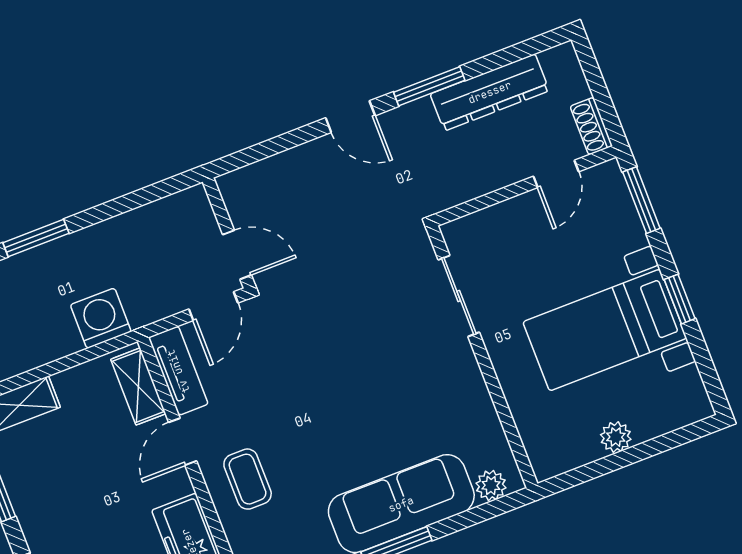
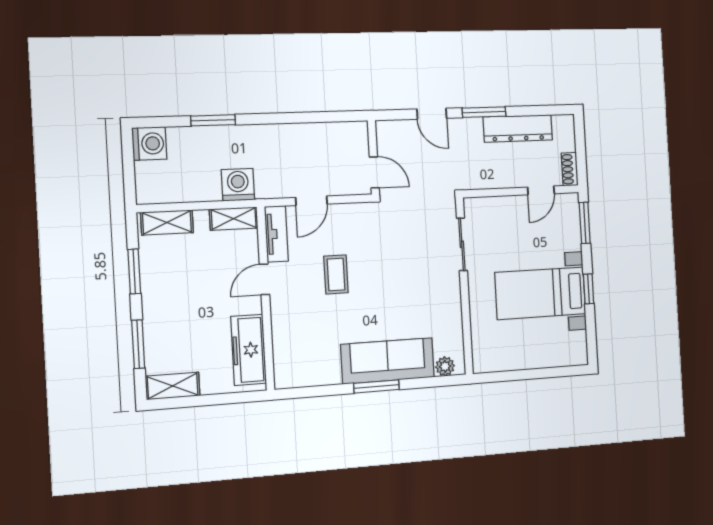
wall: (229, 233) -> (373, 157), moved
door: (237, 255) -> (374, 172), moved
shelving: (138, 386) -> (234, 219), moved, turned 90
plant: (616, 437) -> (527, 360), removed
coffee table: (248, 479) -> (336, 274), moved

